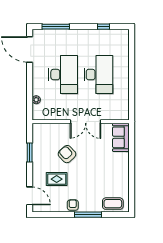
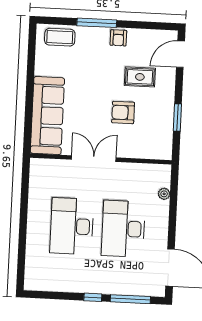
window: (103, 27) -> (93, 297), moved
sofa: (121, 137) -> (47, 116), width x1.85, depth x1.27
armchair: (67, 154) -> (123, 113), turned 133
door: (30, 196) -> (180, 54), hinge flipped

